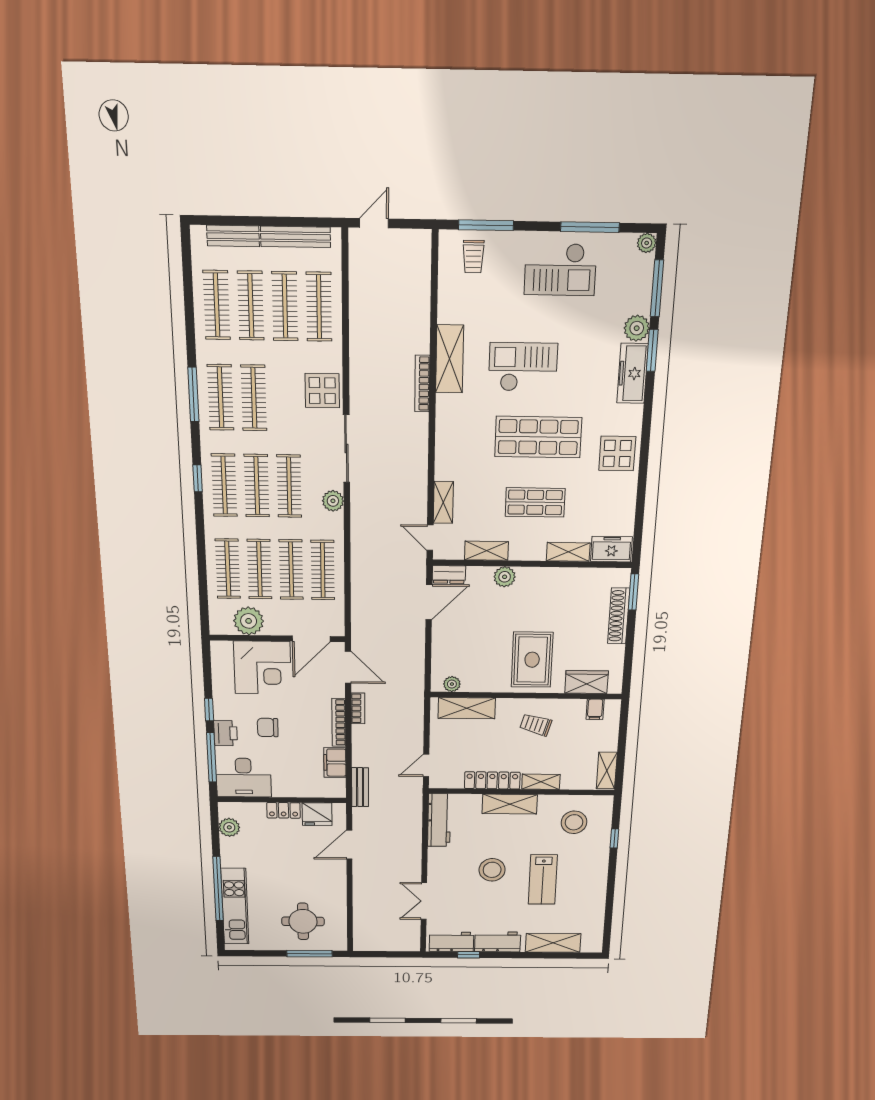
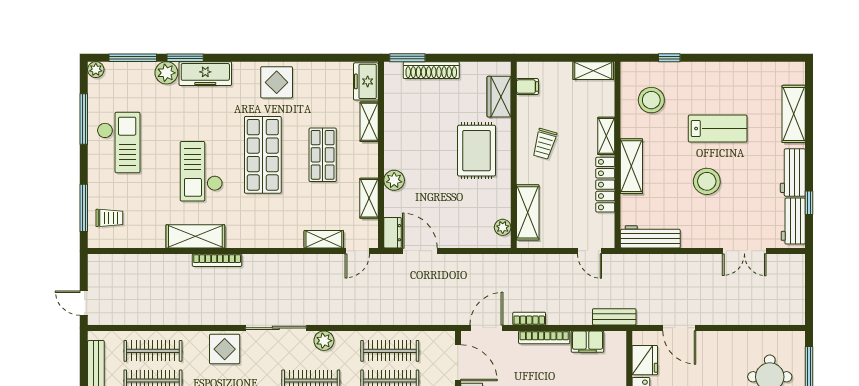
rug: (532, 660) -> (477, 151), turned 90

